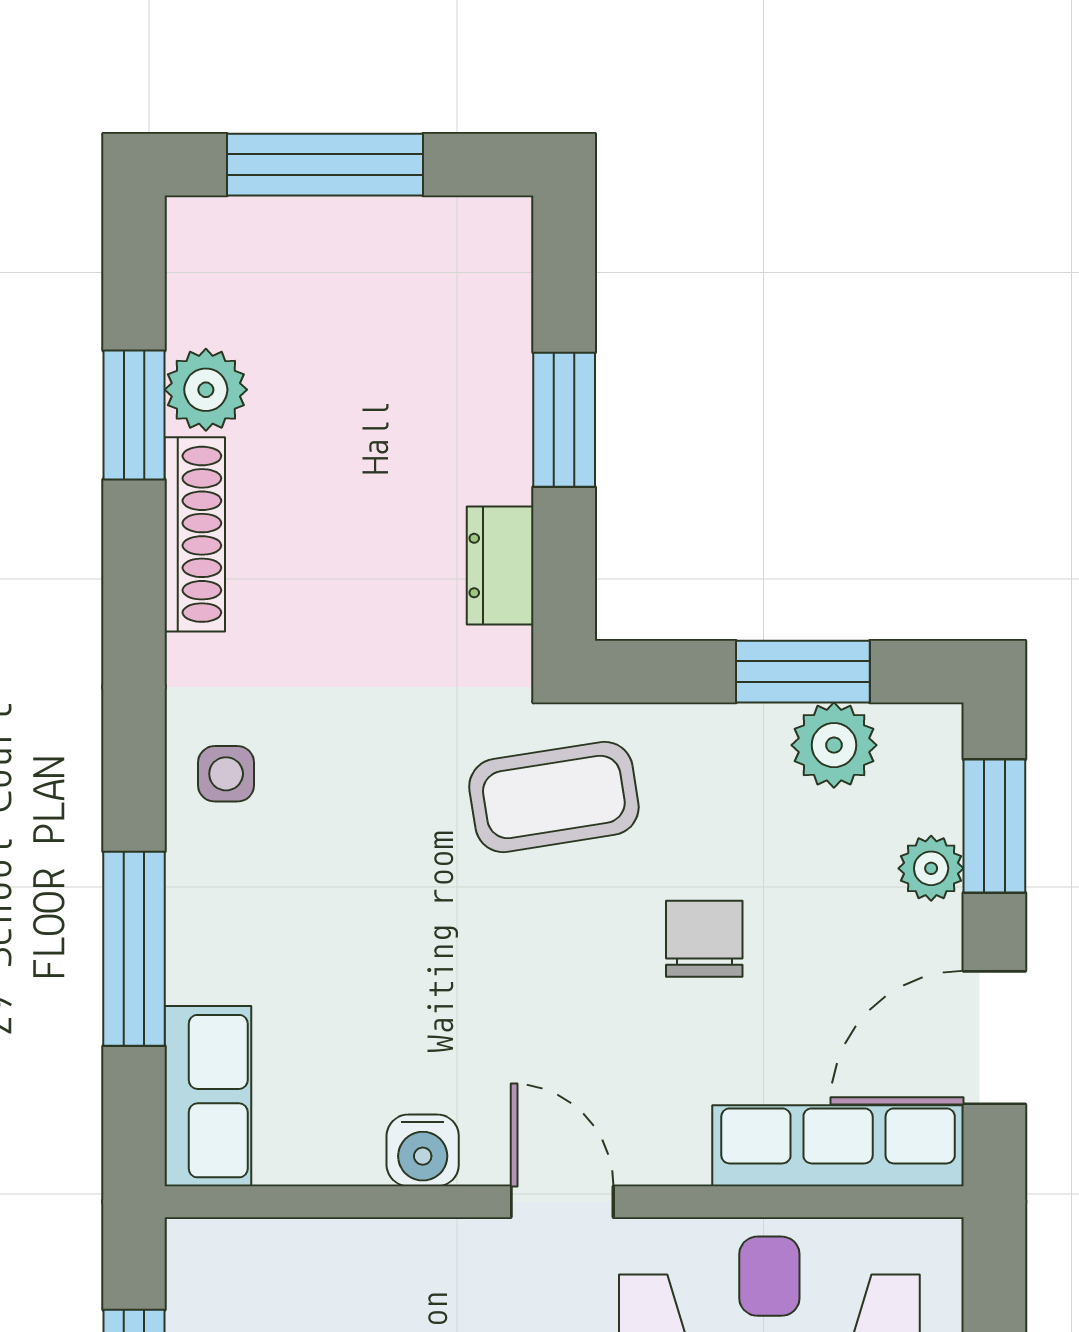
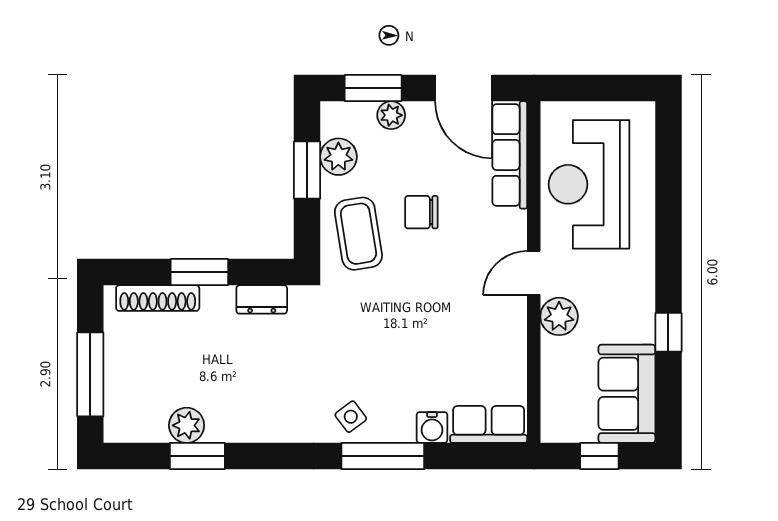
shoe rack: (195, 534) -> (158, 298), moved, turned 180
side table: (226, 774) -> (351, 417), turned -37
coffee table: (554, 797) -> (358, 234), moved
window: (134, 949) -> (383, 456), moved
water cooler: (423, 1150) -> (432, 427), moved, turned 90
plant: (460, 1261) -> (559, 316), added

